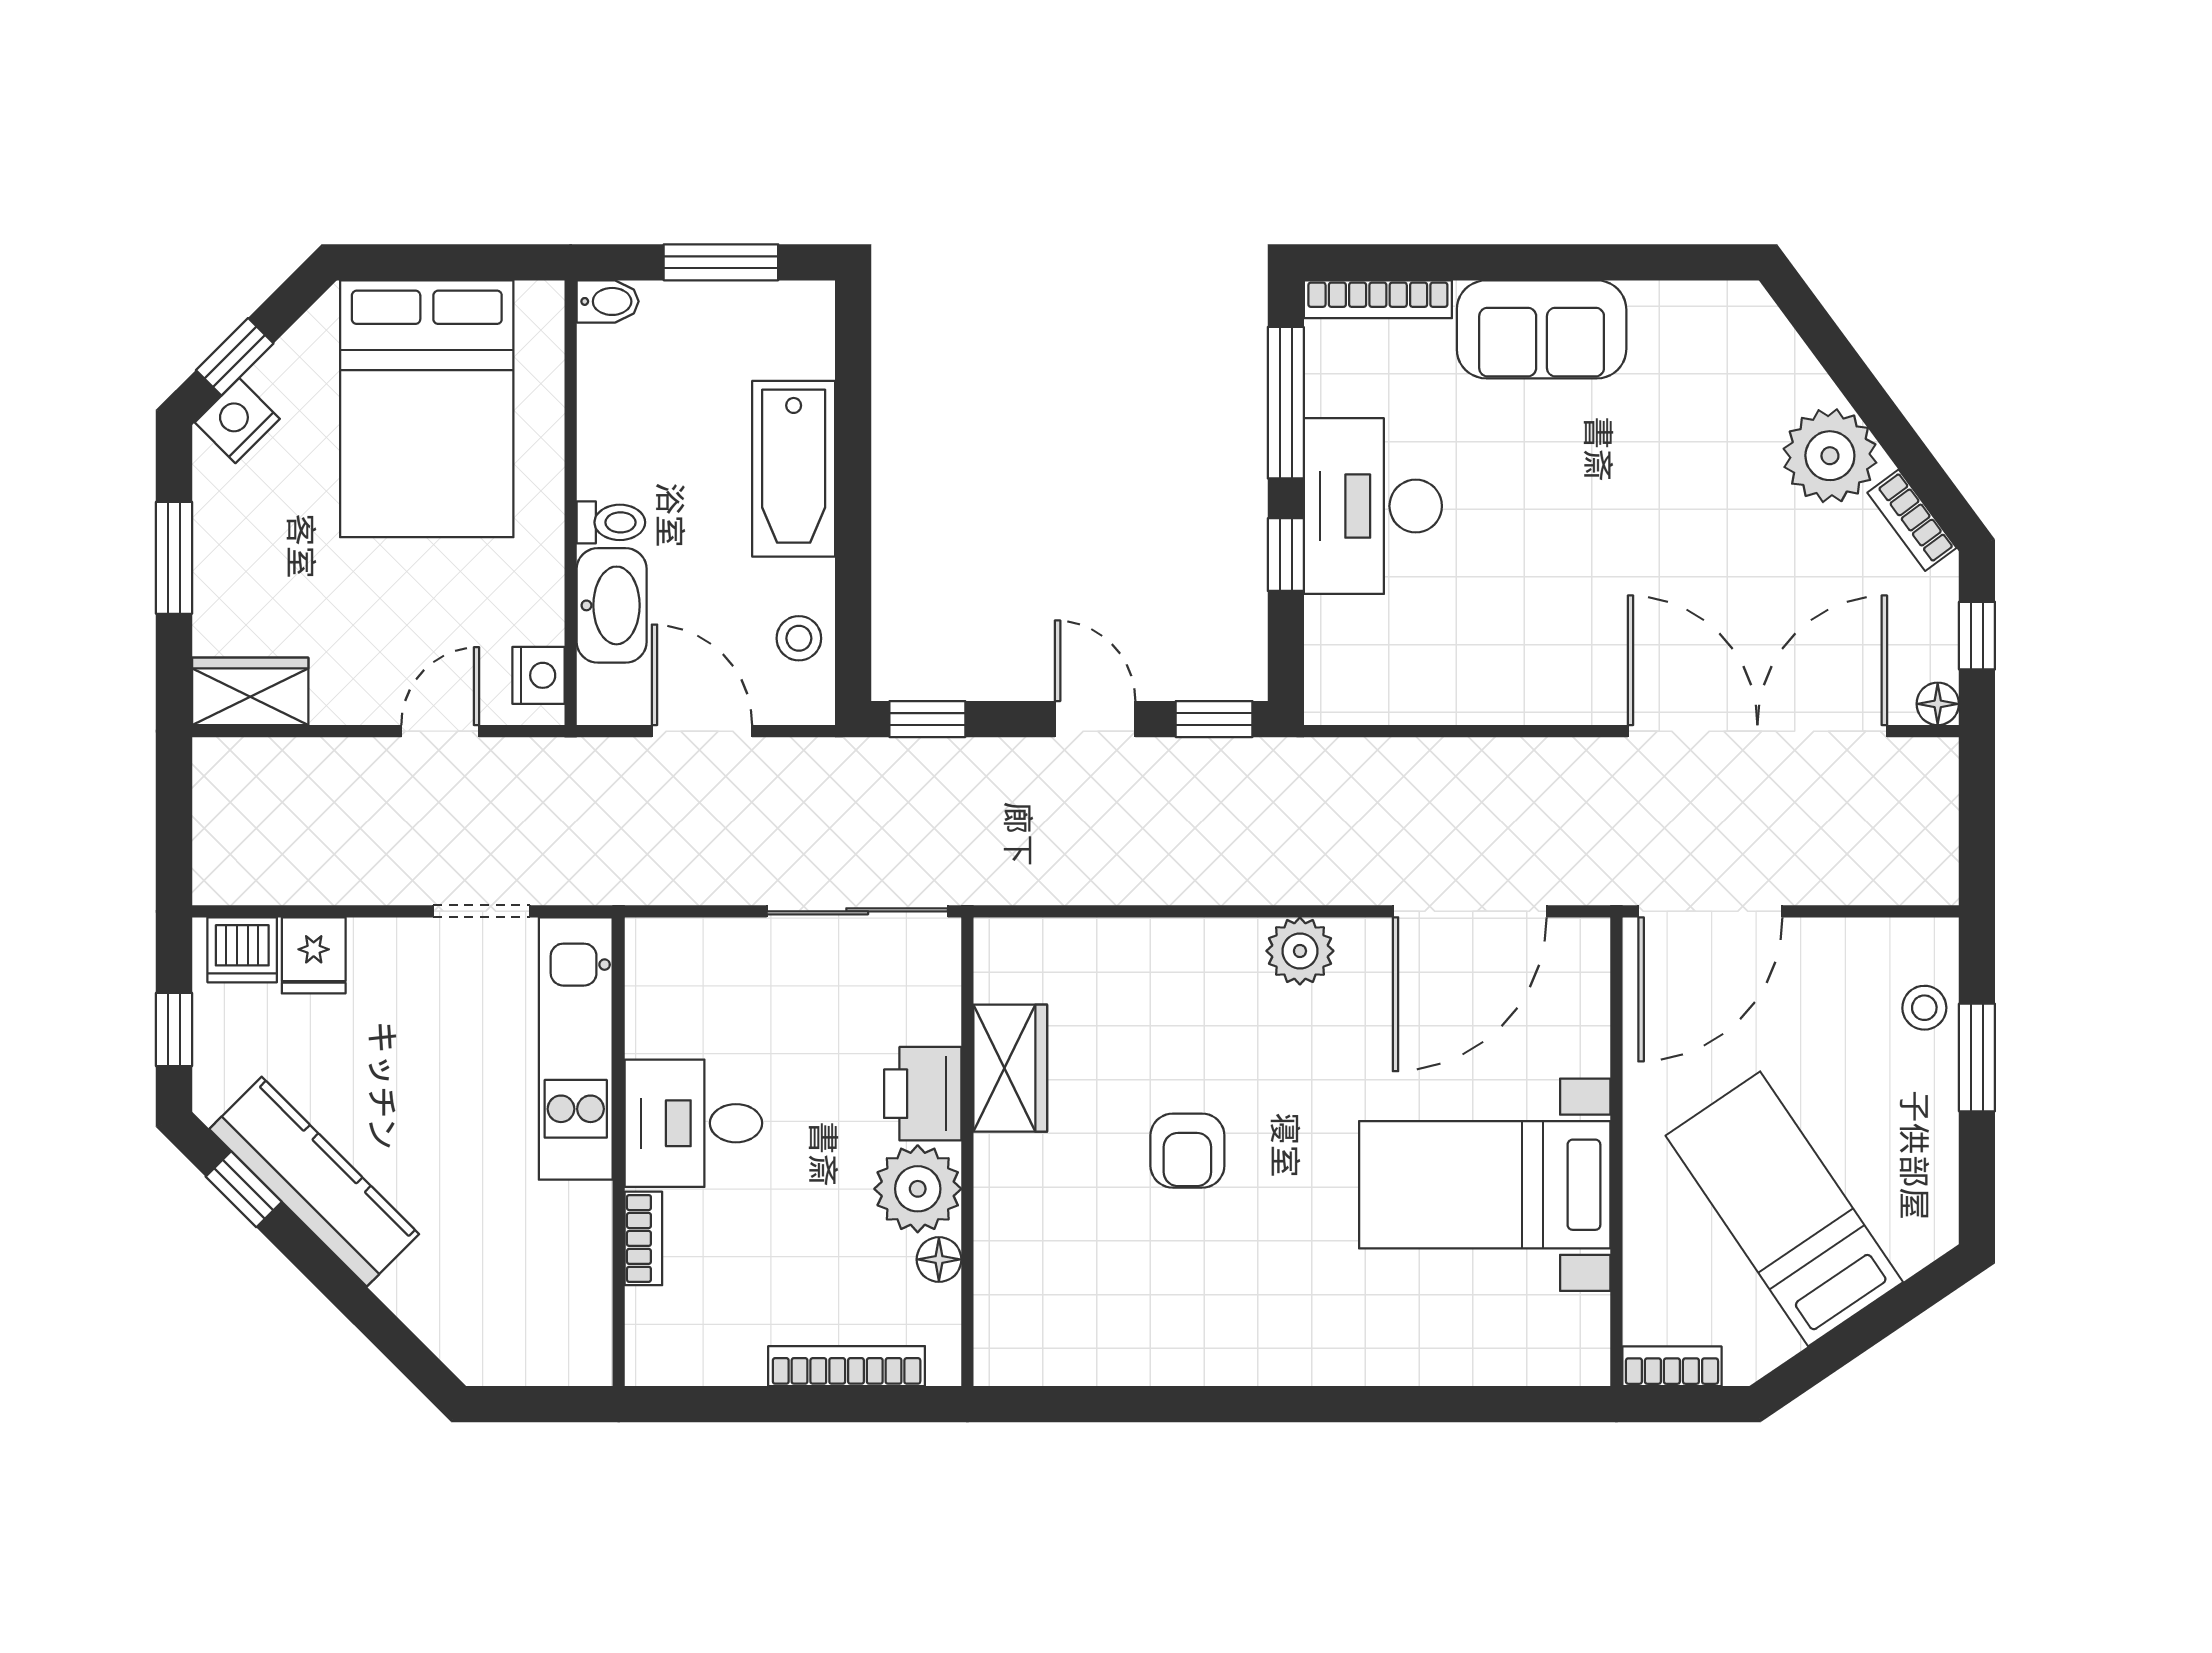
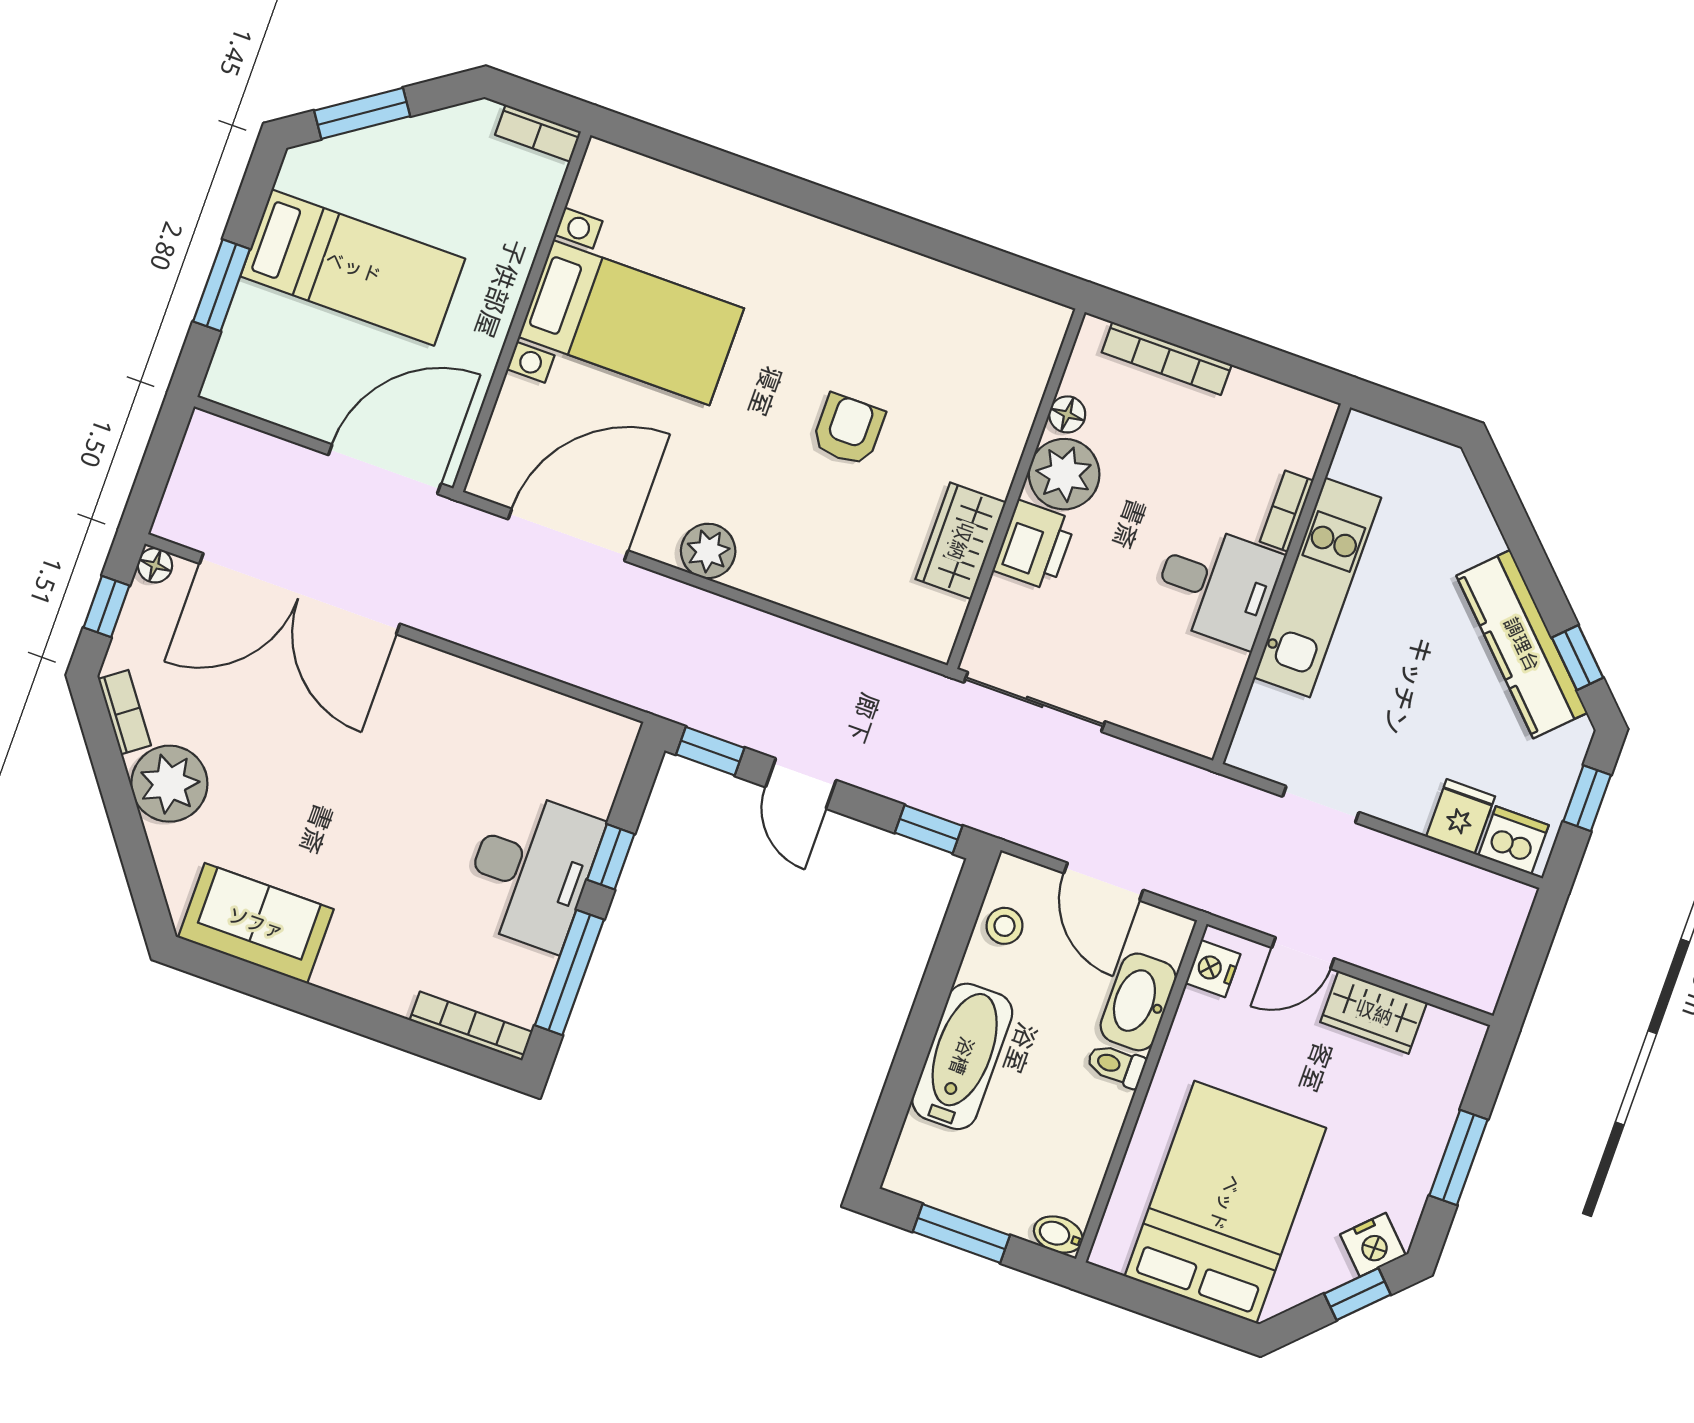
sofa: (1542, 329) -> (256, 923), moved
wardrobe: (250, 691) -> (1374, 1012), moved
stool: (1924, 1008) -> (248, 338), removed
kitchen unit: (576, 1049) -> (1317, 587), moved
bed: (1784, 1209) -> (353, 267), moved, turned -56
window: (1885, 1316) -> (362, 113), added

